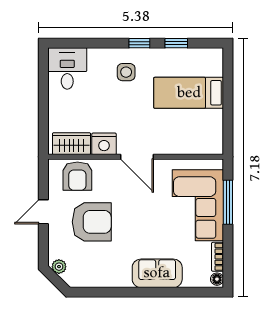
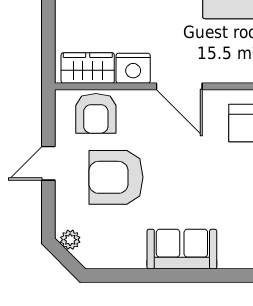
armchair: (92, 222) -> (116, 177), turned 180
sofa: (157, 273) -> (182, 249), moved

